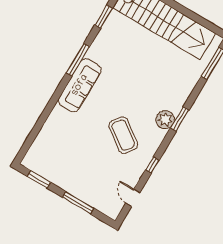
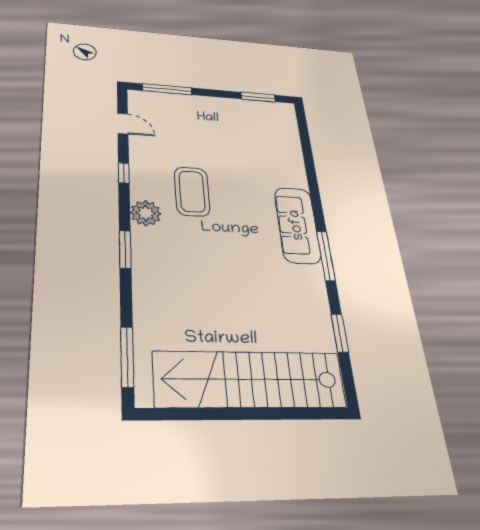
plant: (165, 120) -> (146, 213), moved
coffee table: (123, 135) -> (192, 191), turned 54
window: (78, 203) -> (167, 89), moved

